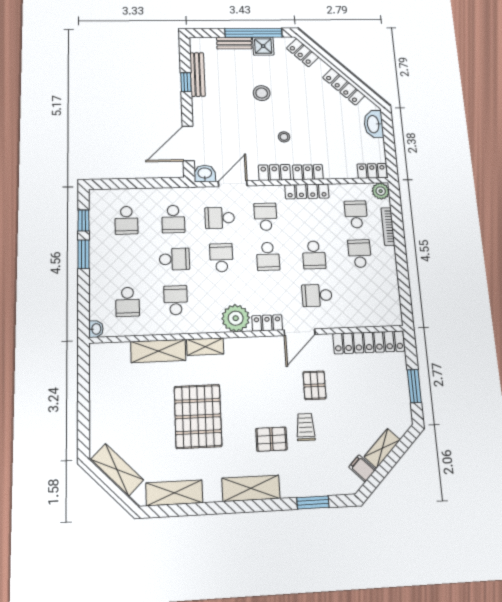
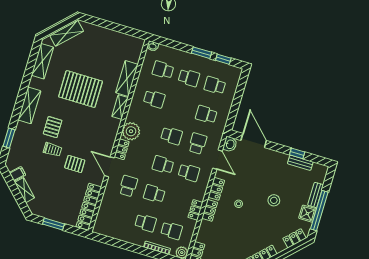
bench: (197, 74) -> (300, 163), width x0.73
locker: (307, 191) -> (195, 210), width x0.66
school desk: (174, 259) -> (189, 78), moved, turned -90

